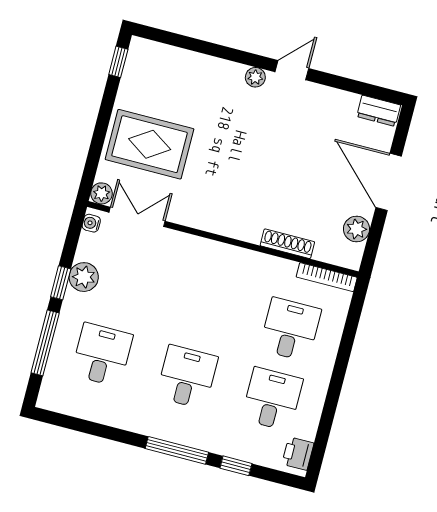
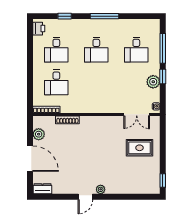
rug: (150, 144) -> (139, 148), width x0.73, depth x0.70
plant: (102, 193) -> (155, 121), removed
window: (177, 450) -> (104, 16), moved

